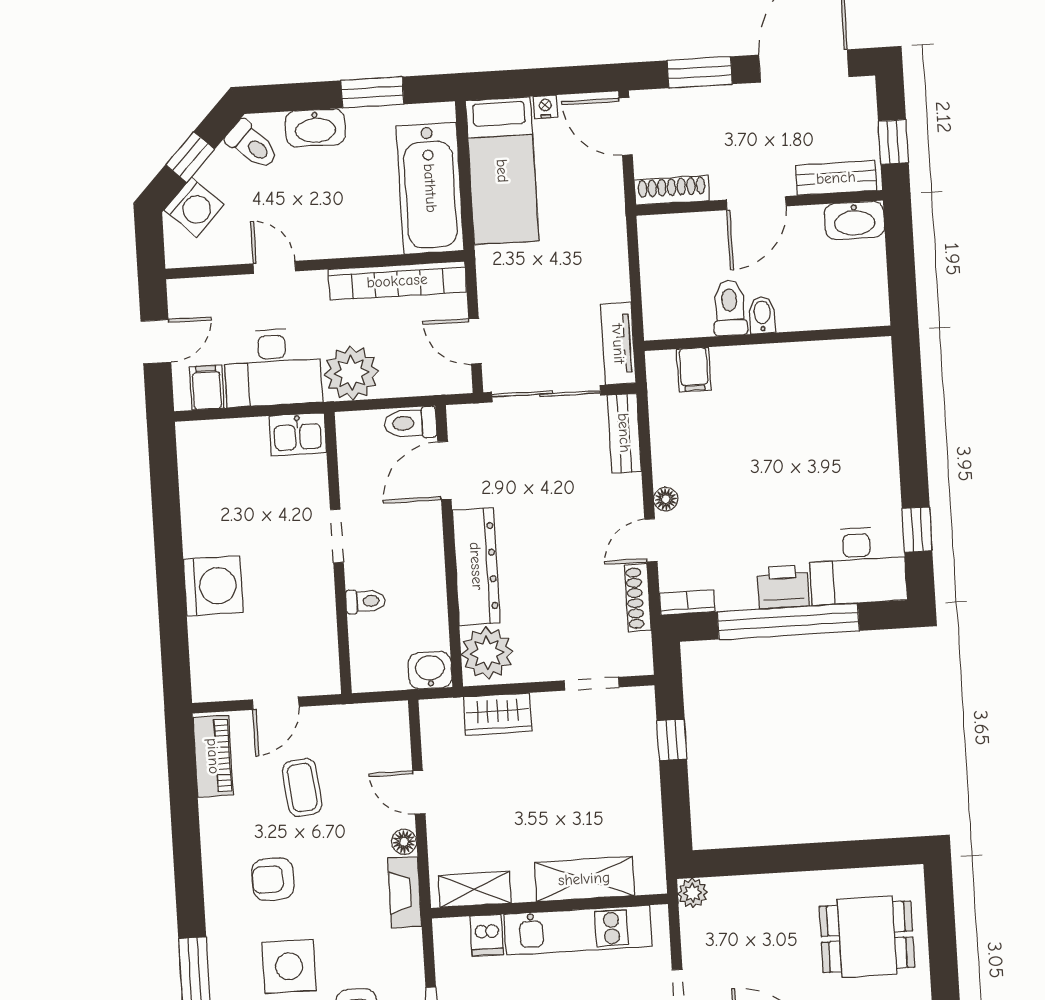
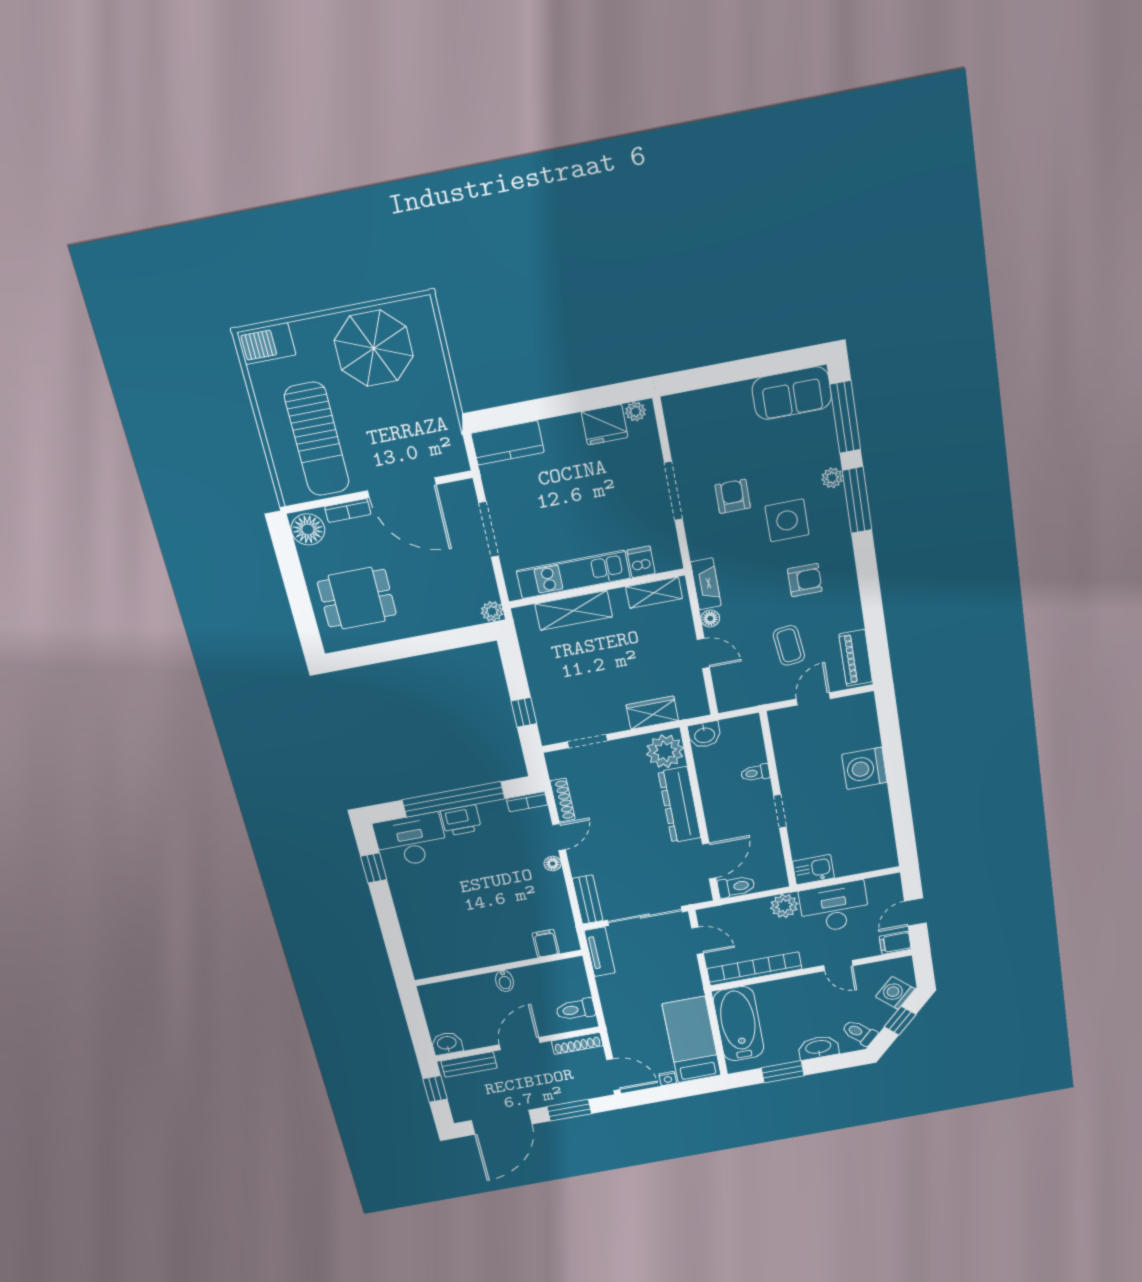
washbasin: (854, 220) -> (447, 1043), width x0.72
toilet: (730, 308) -> (576, 1009), moved, turned 90
plant: (351, 373) -> (784, 906), width x0.73, depth x0.73
filing cabinet: (207, 388) -> (895, 943), moved, turned 90

